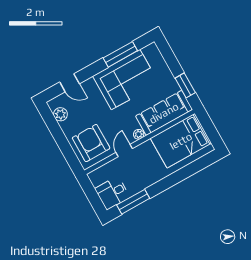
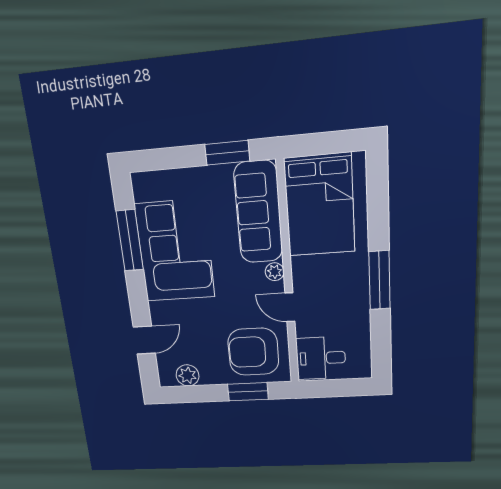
window: (67, 151) -> (248, 392), added
desk: (112, 193) -> (321, 358), moved, turned 90
window: (133, 202) -> (380, 280), moved

